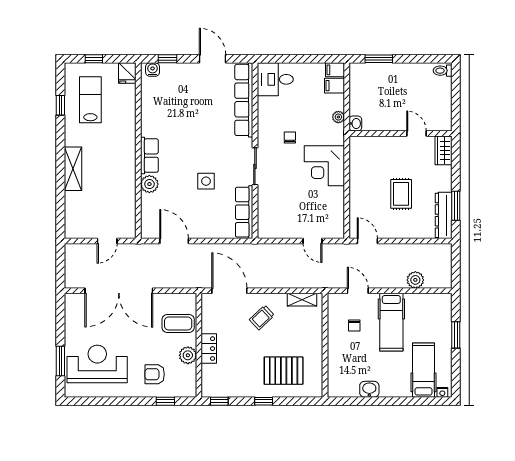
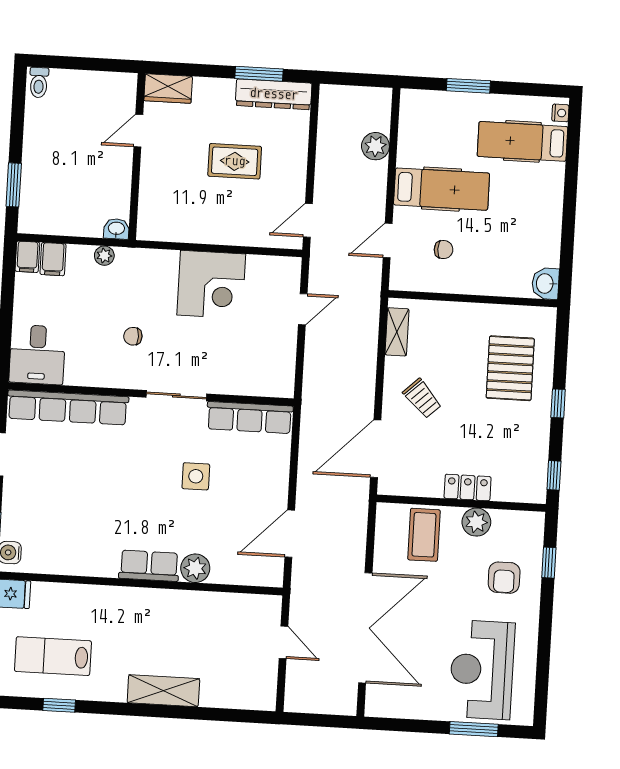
corner desk: (324, 166) -> (211, 285), moved
washbasin: (369, 389) -> (545, 284), moved

